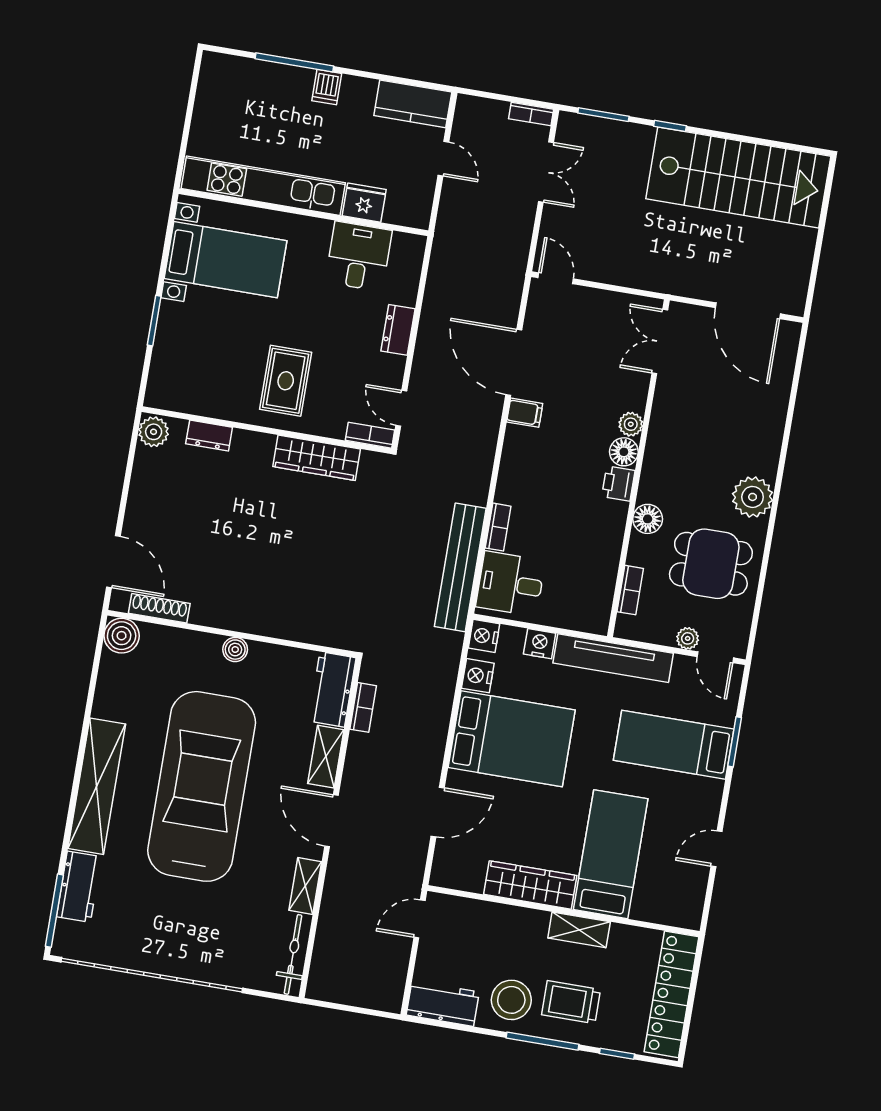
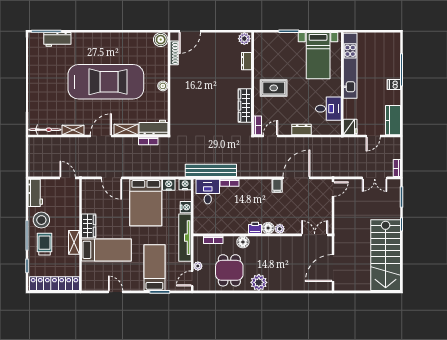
fridge: (364, 203) -> (350, 127), moved
shelving: (97, 786) -> (99, 40), removed
wardrobe: (530, 885) -> (89, 226), width x0.67

